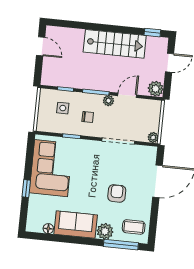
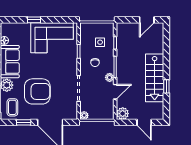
window: (152, 33) -> (166, 86), moved
door: (127, 95) -> (115, 92), hinge flipped
armchair: (117, 193) -> (37, 91), width x1.88, depth x1.88
window: (154, 215) -> (24, 122), added

